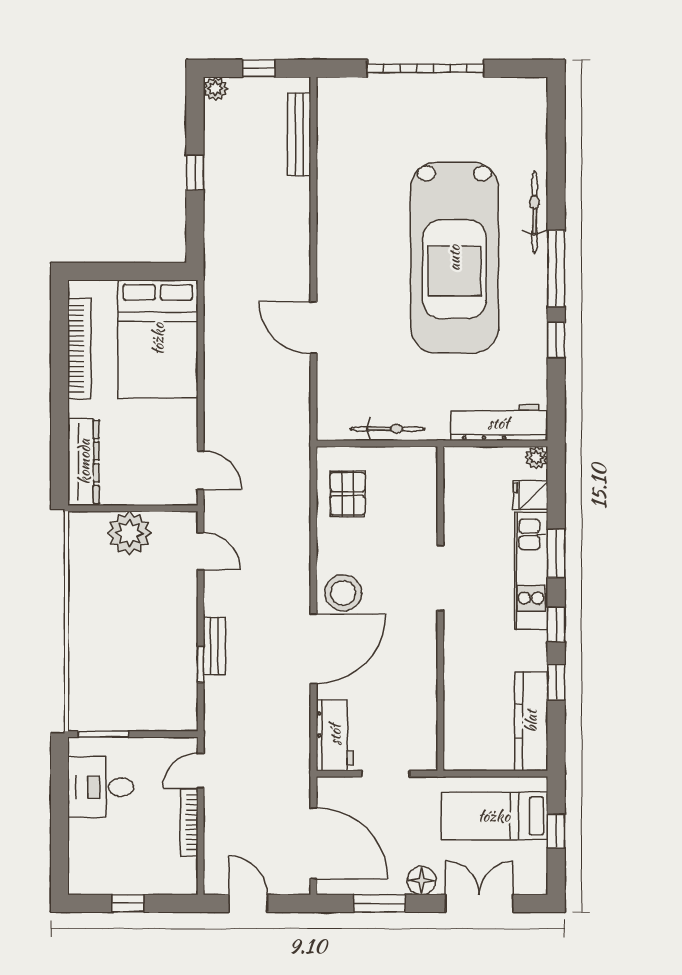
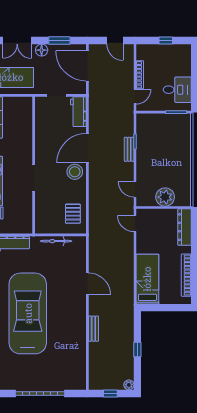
bench: (299, 134) -> (93, 329), moved, width x0.73
bed: (158, 339) -> (147, 279), width x0.67

